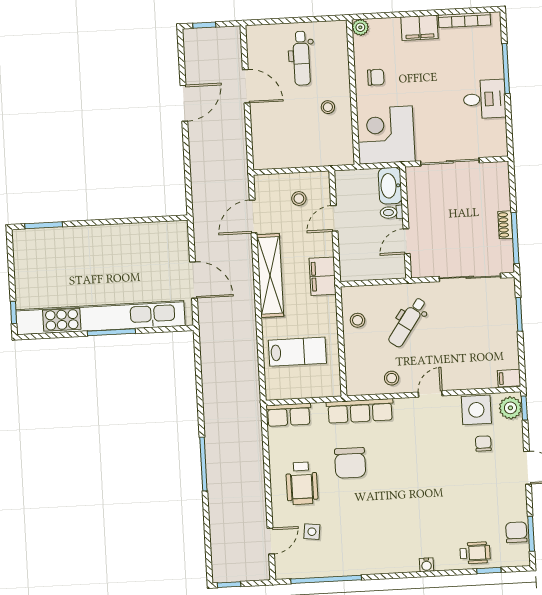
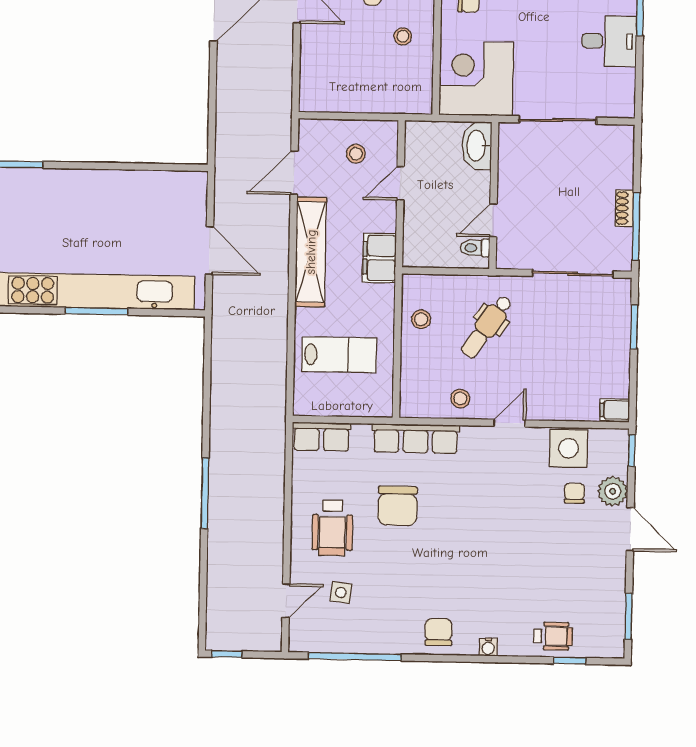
toilet: (392, 212) -> (475, 248), moved
plant: (510, 408) -> (613, 491), moved
chair: (516, 532) -> (439, 632), moved

